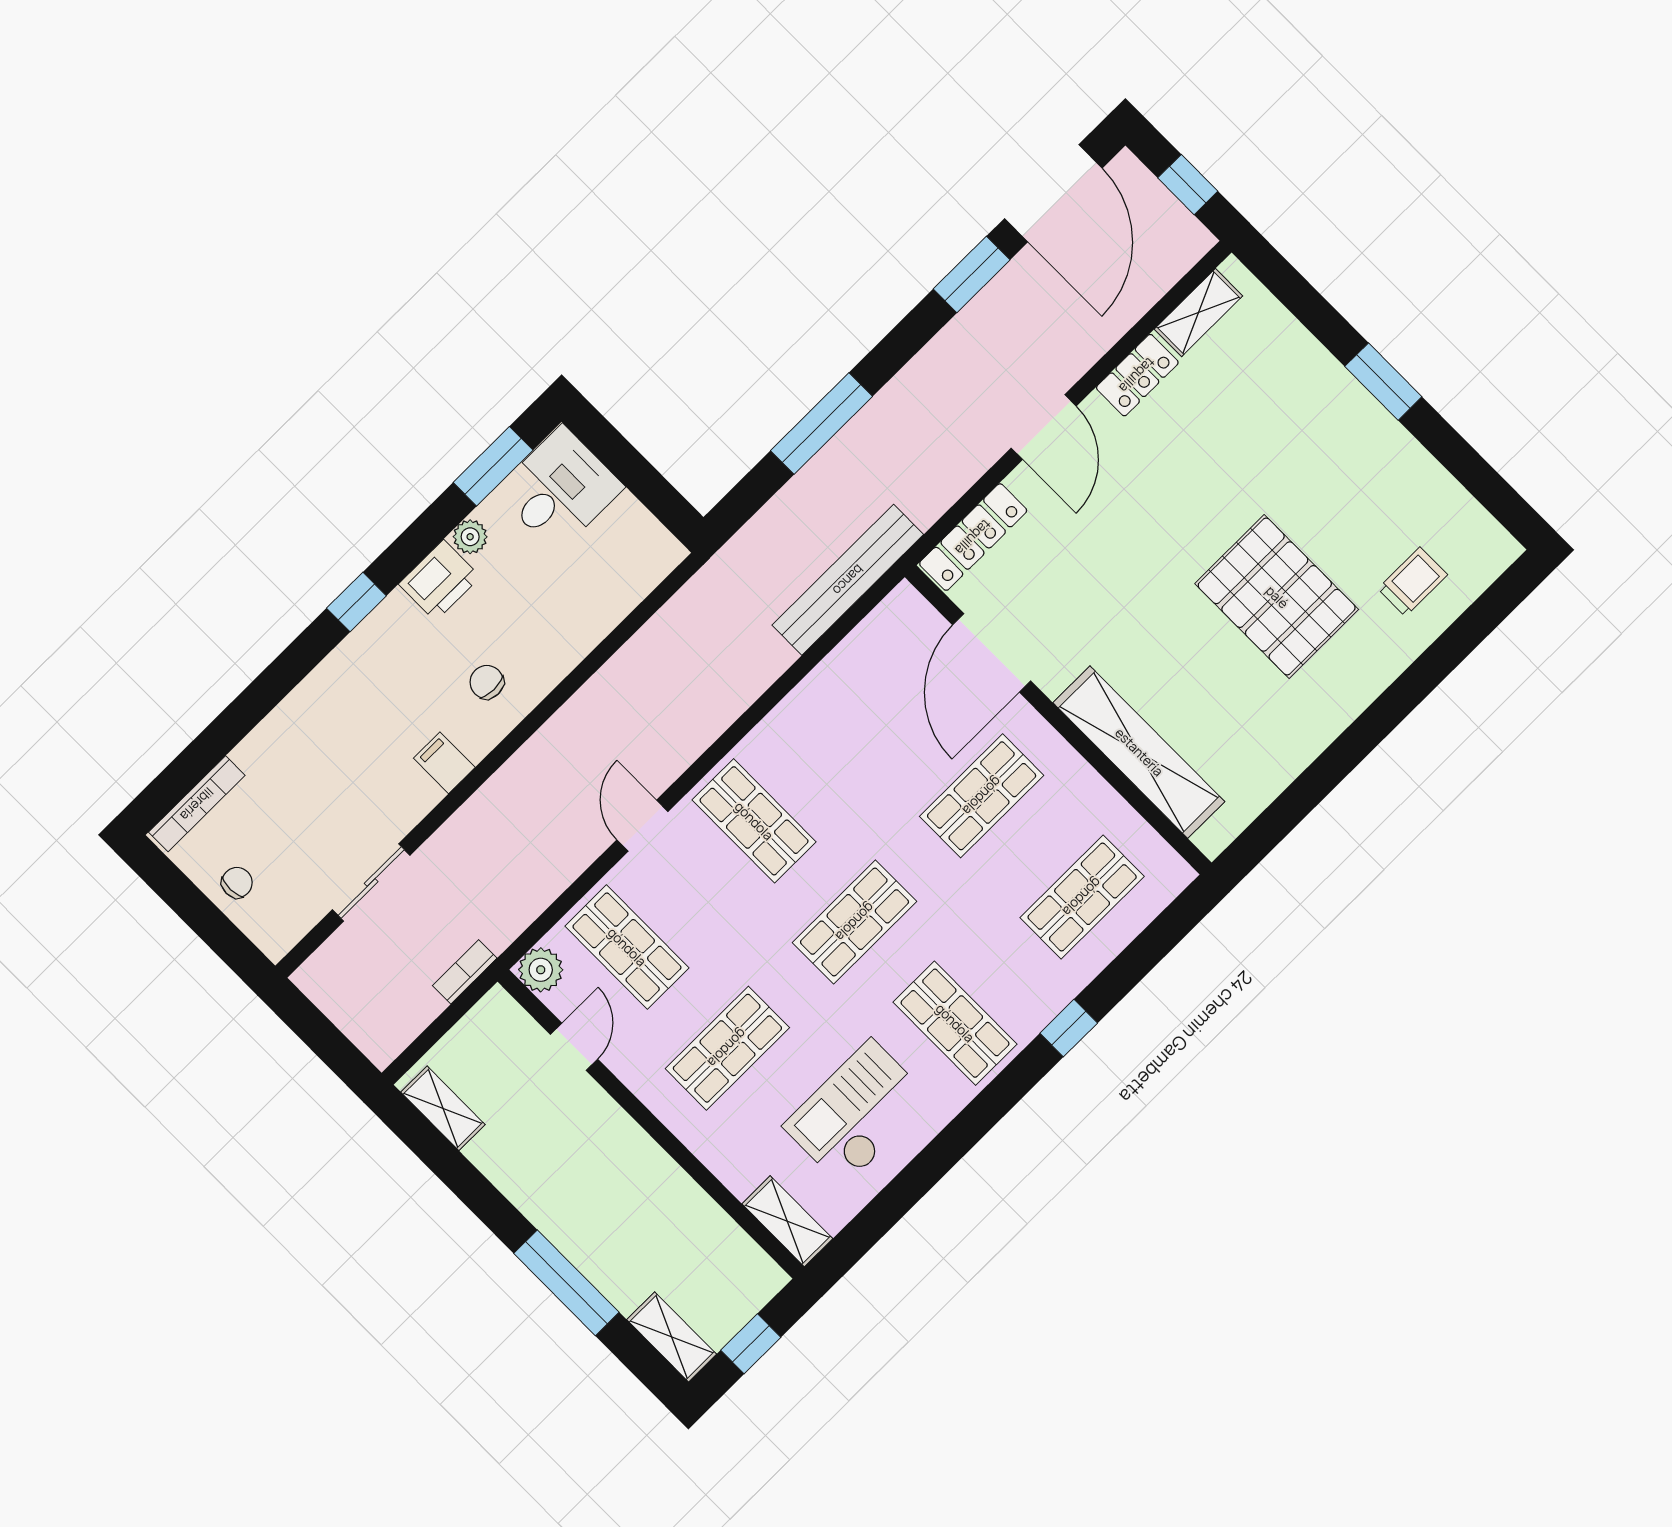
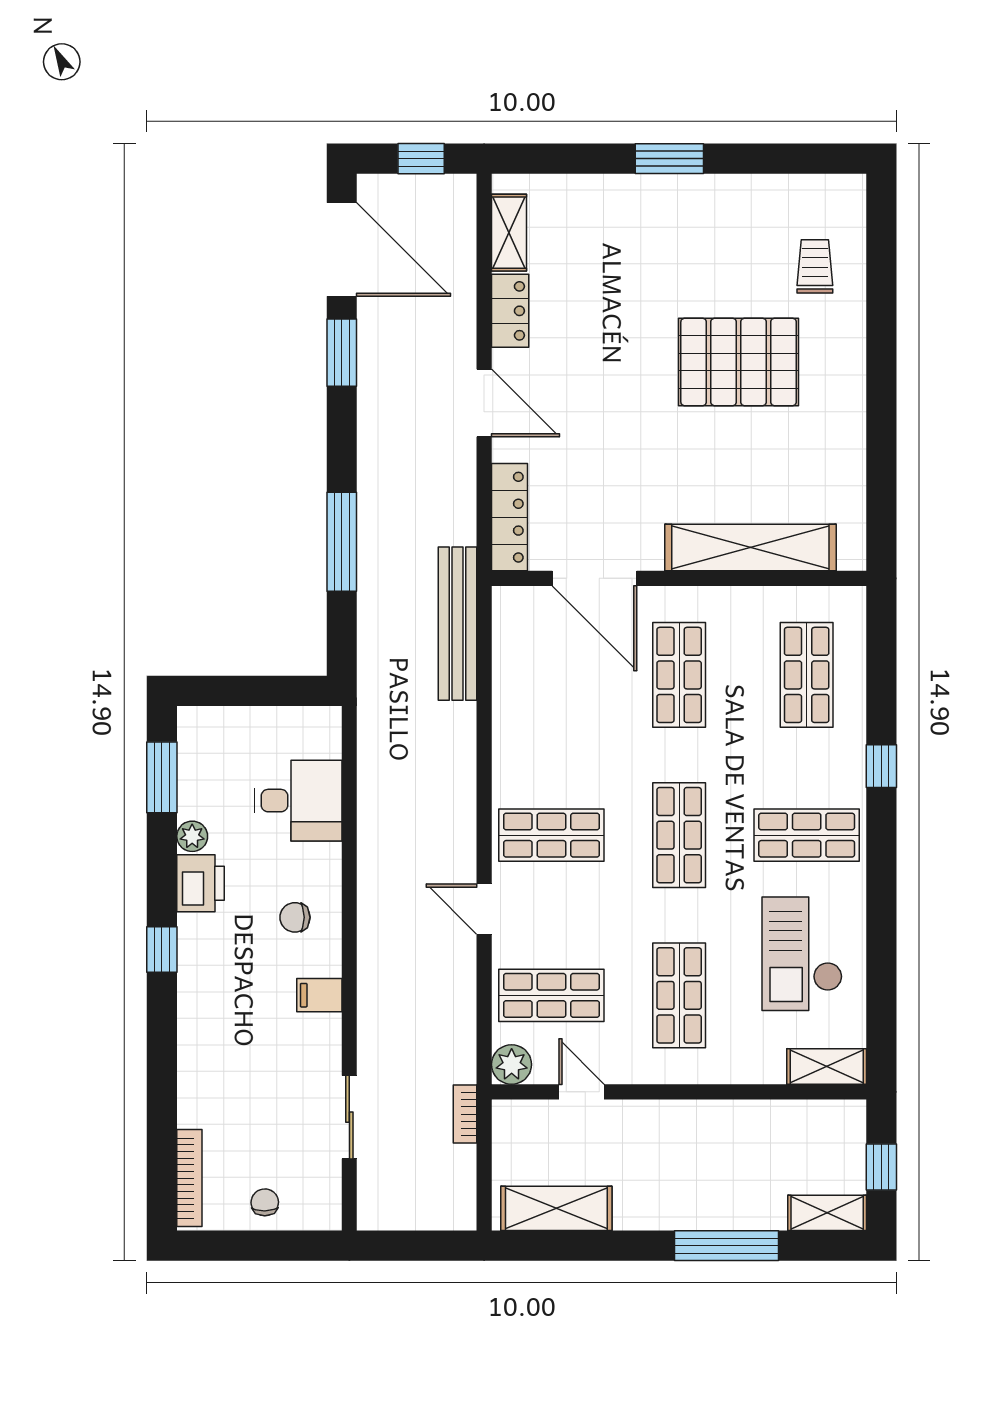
desk: (560, 489) -> (298, 801), moved, turned 90
shelving: (443, 1108) -> (556, 1208), width x1.50, depth x1.33

